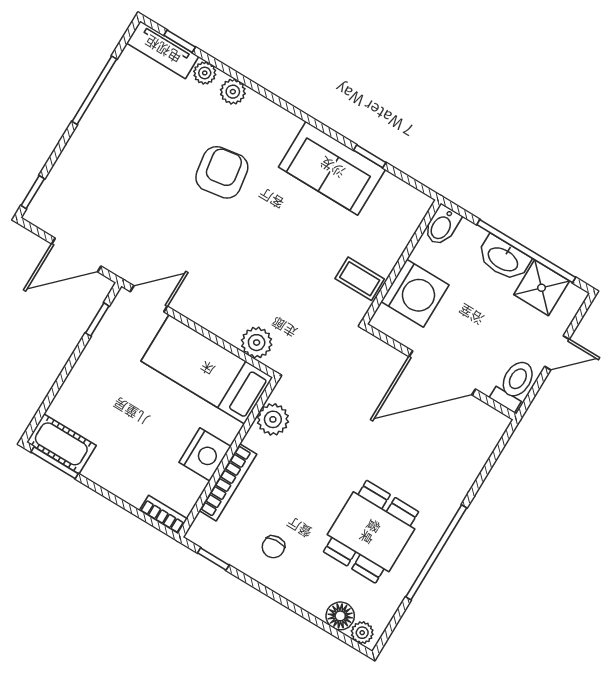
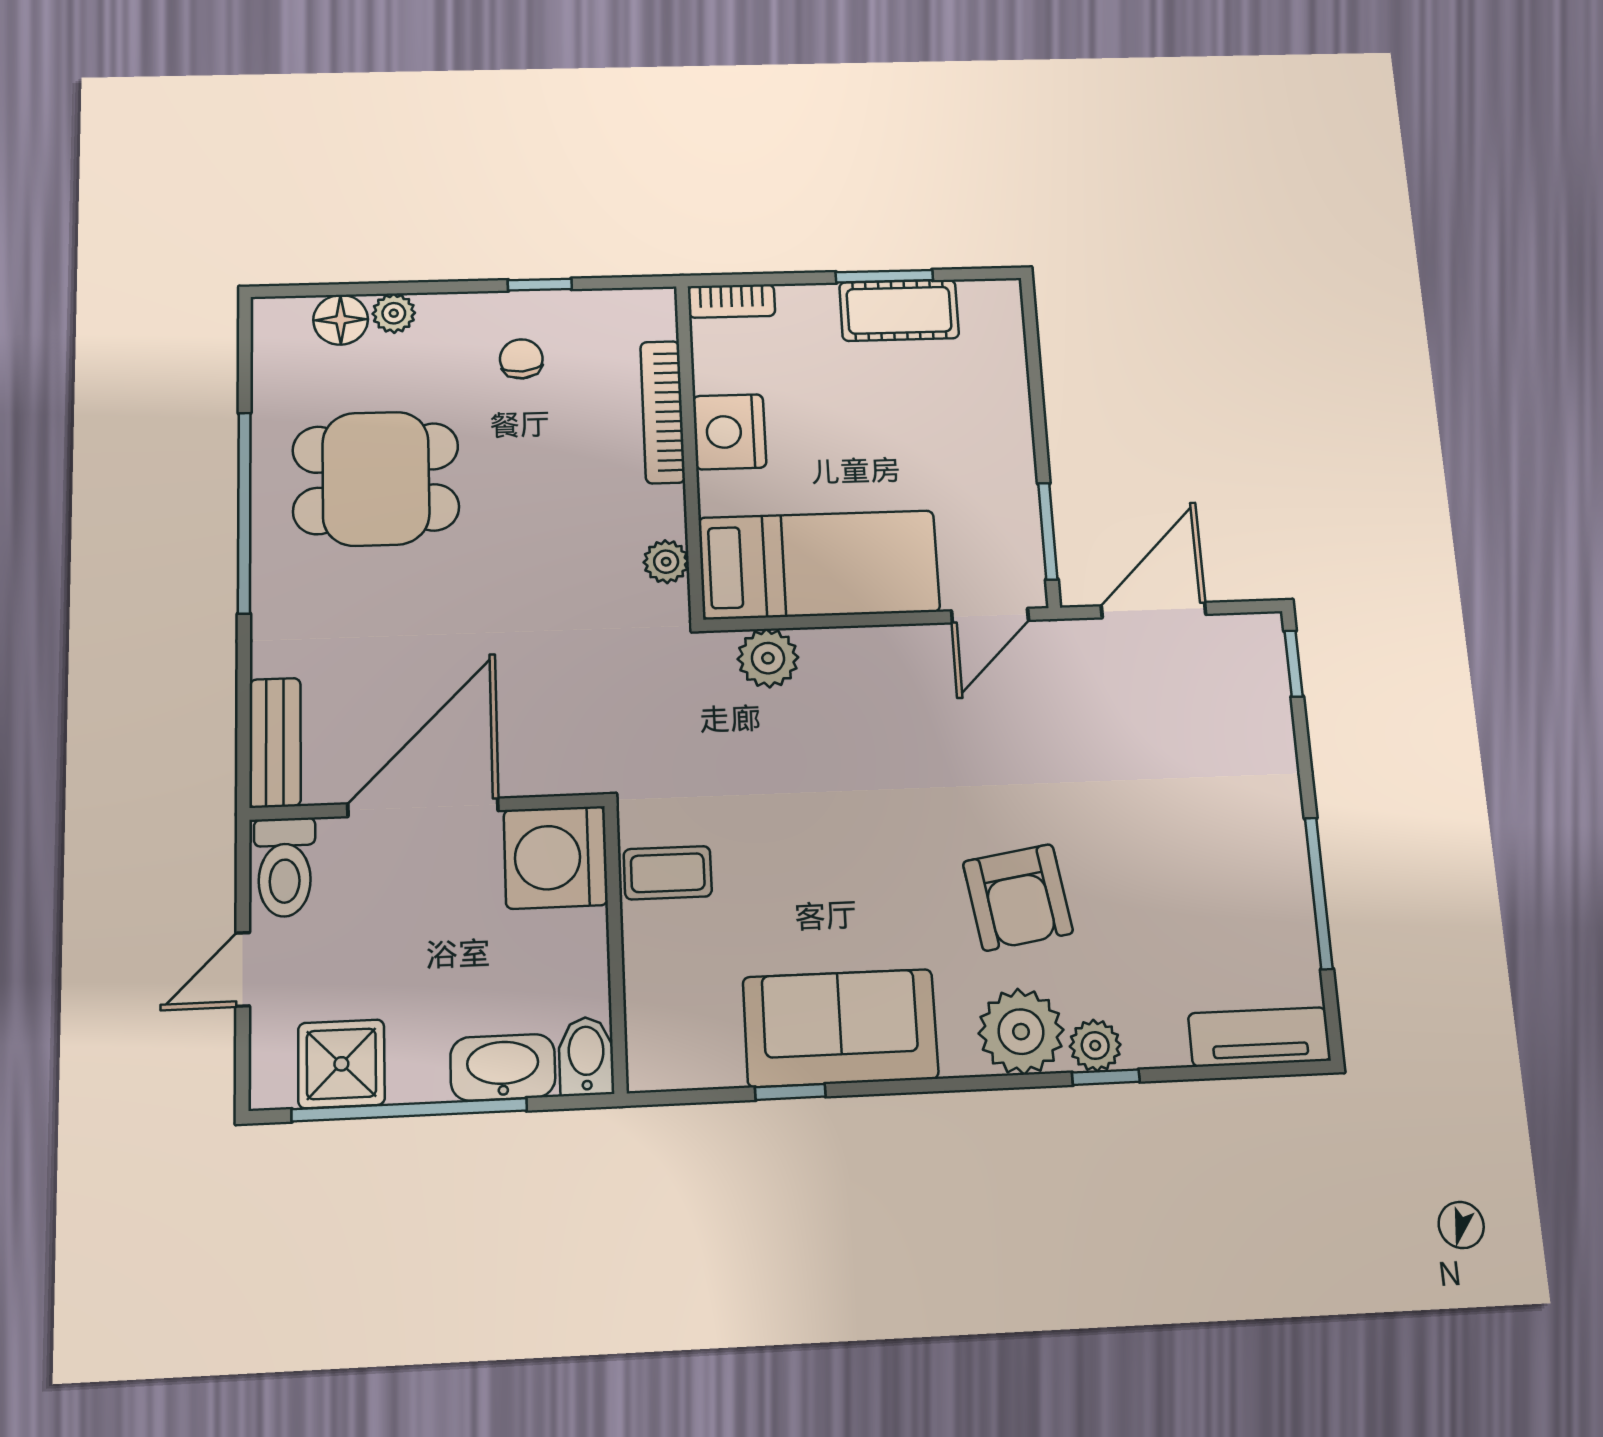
window: (180, 41) -> (1106, 1077), moved
plant: (205, 73) -> (1021, 1032), moved, width x1.87, depth x1.87
washbasin: (503, 259) -> (503, 1067), moved
washing machine: (415, 293) -> (556, 857), moved
window: (97, 319) -> (1048, 531), width x1.50
plant: (273, 419) -> (666, 562), width x0.73, depth x0.73
bench: (486, 441) -> (275, 743), added
cot: (61, 444) -> (899, 310), moved
window: (55, 463) -> (884, 276), moved
dining table: (371, 532) -> (376, 479), turned 90
window: (213, 559) -> (540, 285), moved
plant: (362, 633) -> (394, 313), moved

